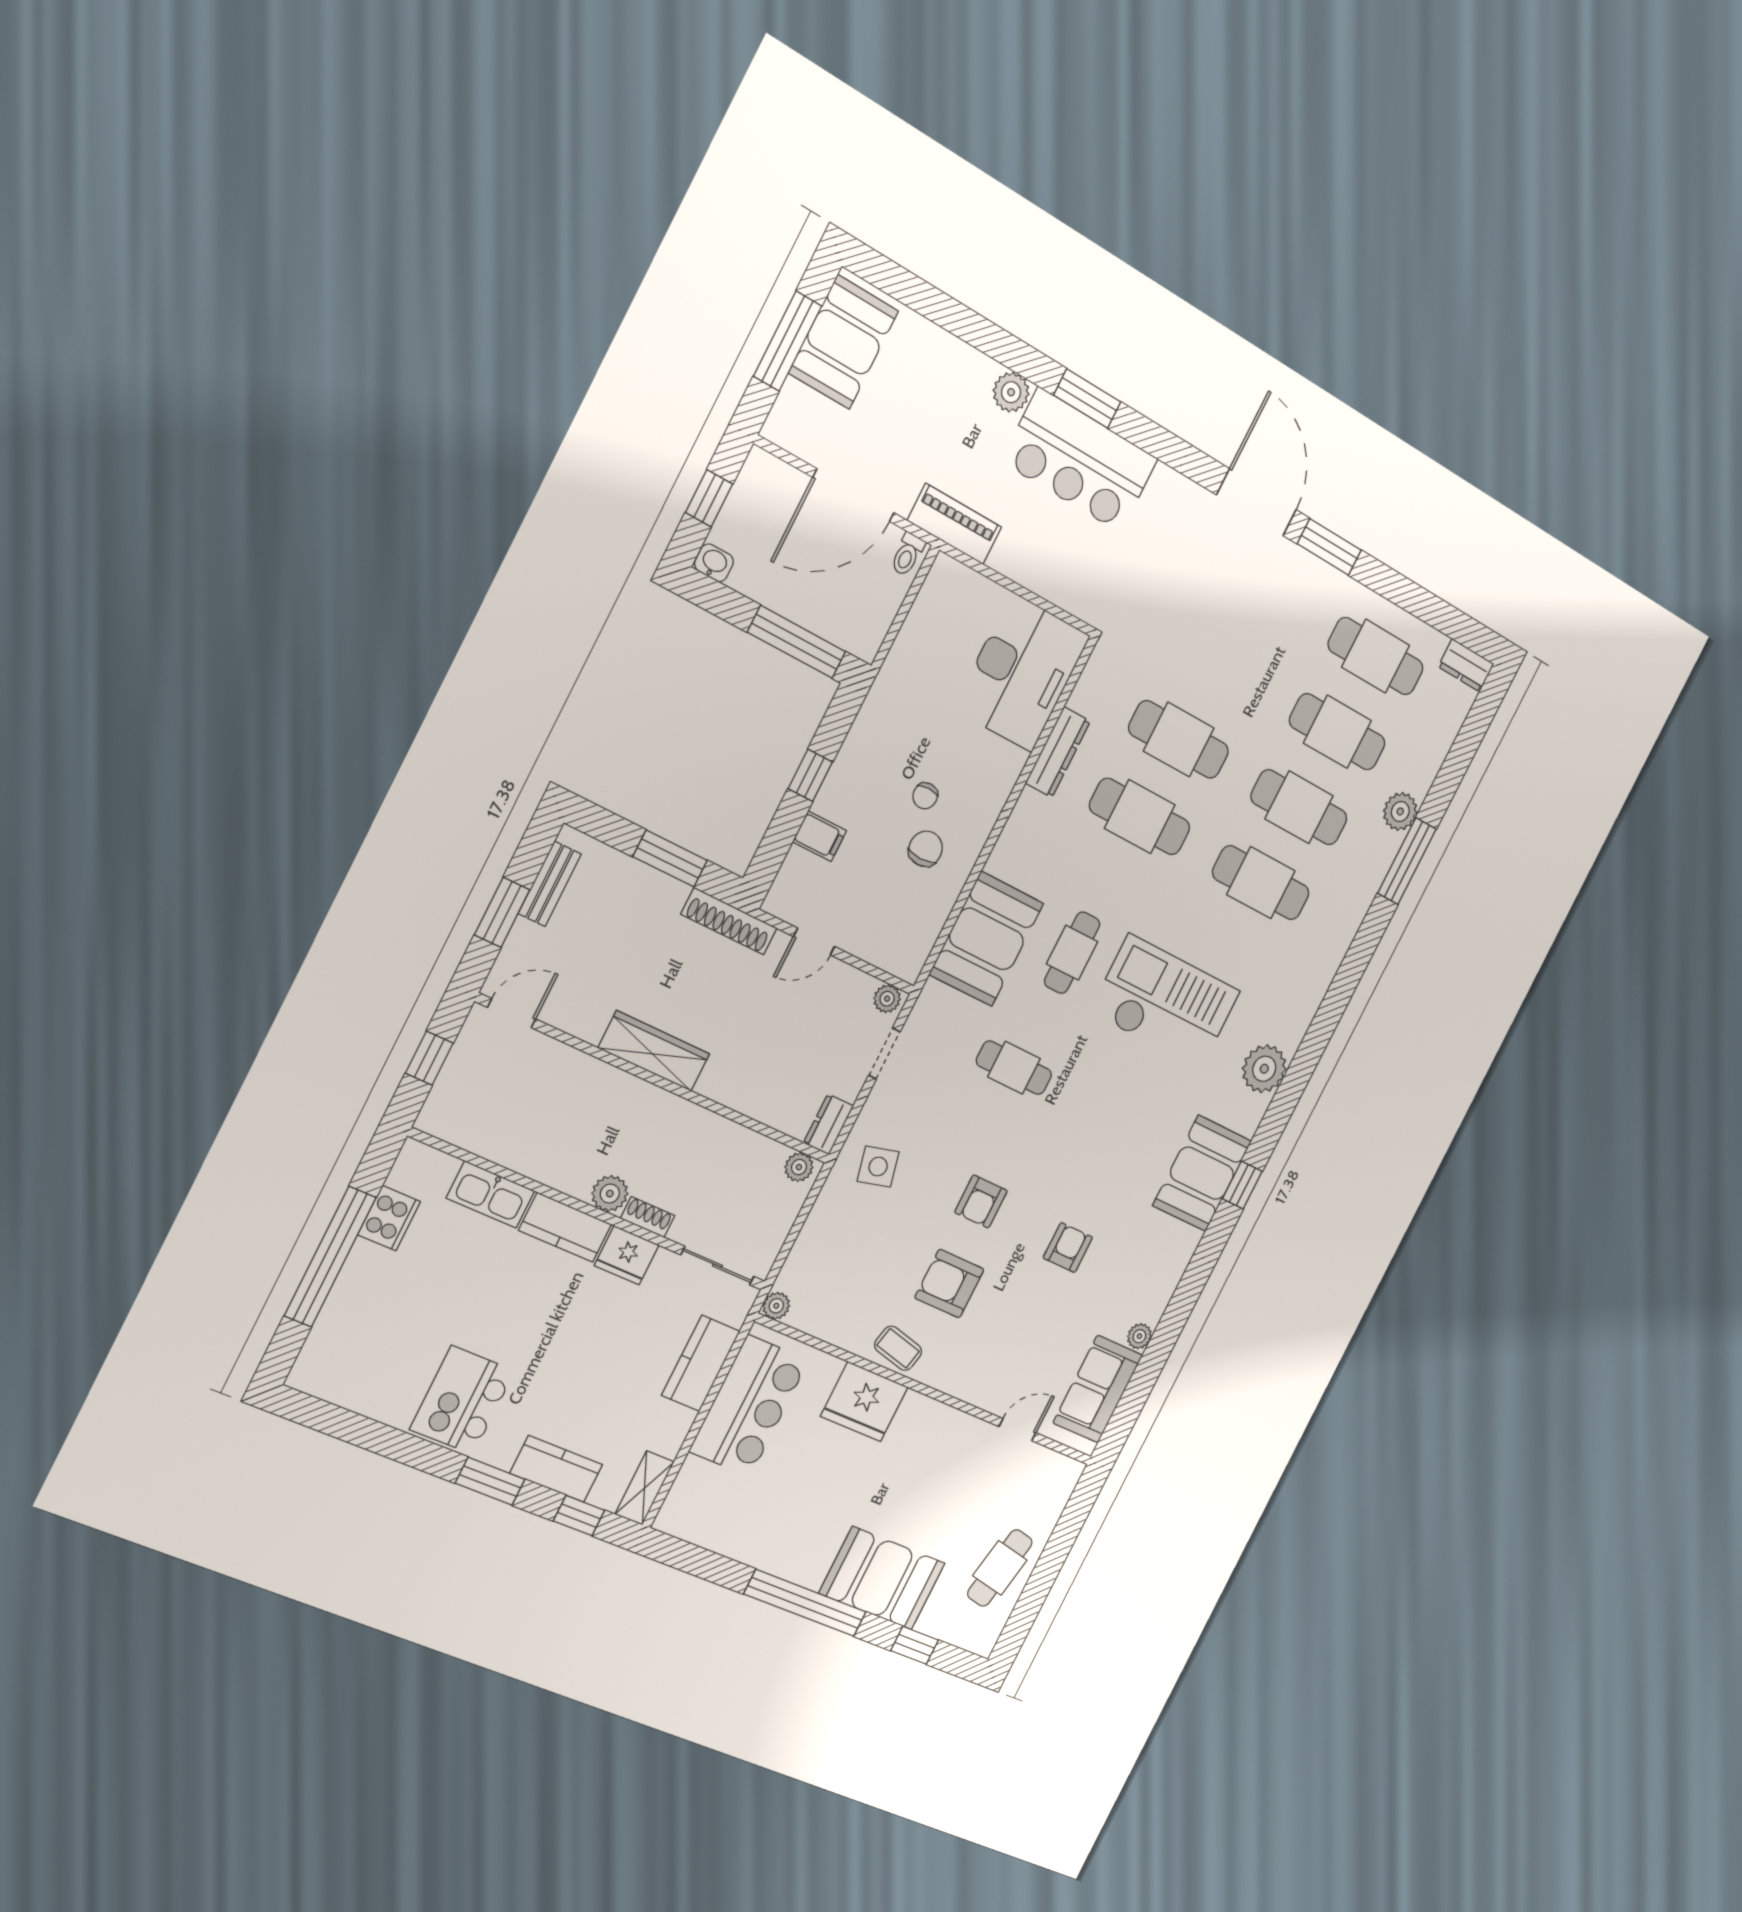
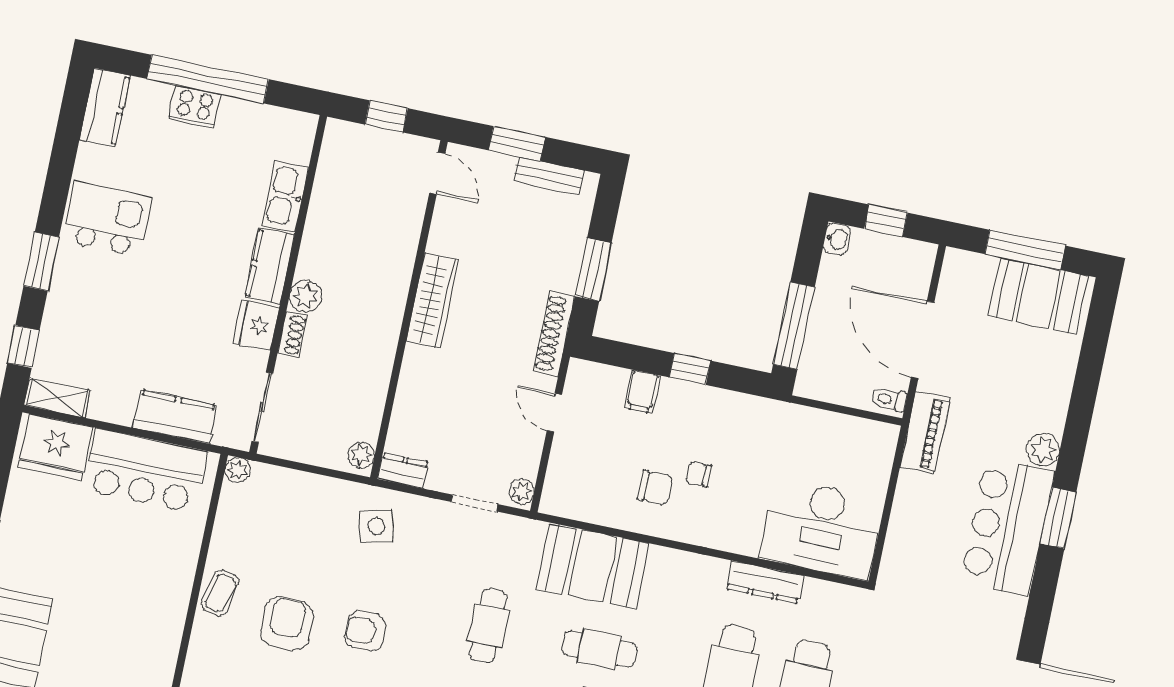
cooker: (389, 1218) -> (195, 107), moved
fridge: (864, 1402) -> (56, 447), moved, turned -90
kitchen counter: (556, 1469) -> (105, 107), moved

